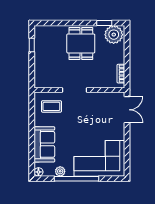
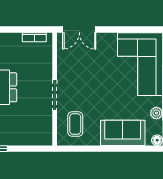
double door: (127, 110) -> (79, 29), swing flipped

